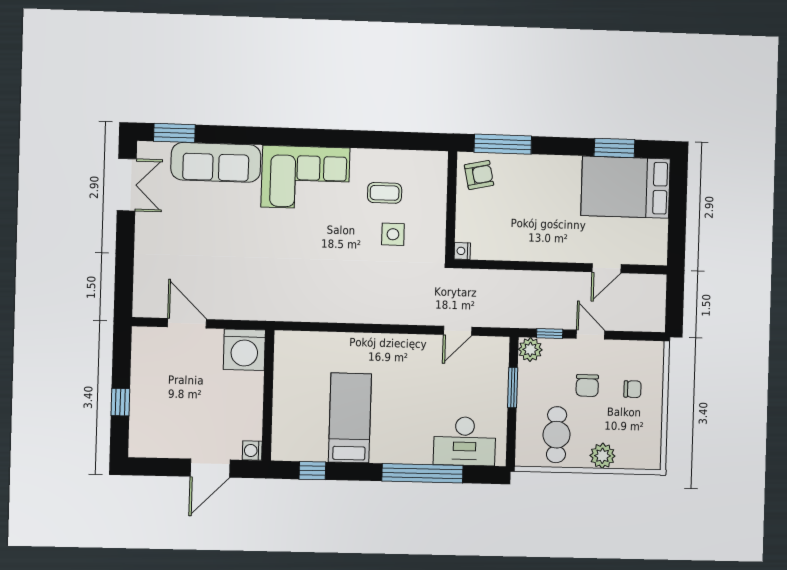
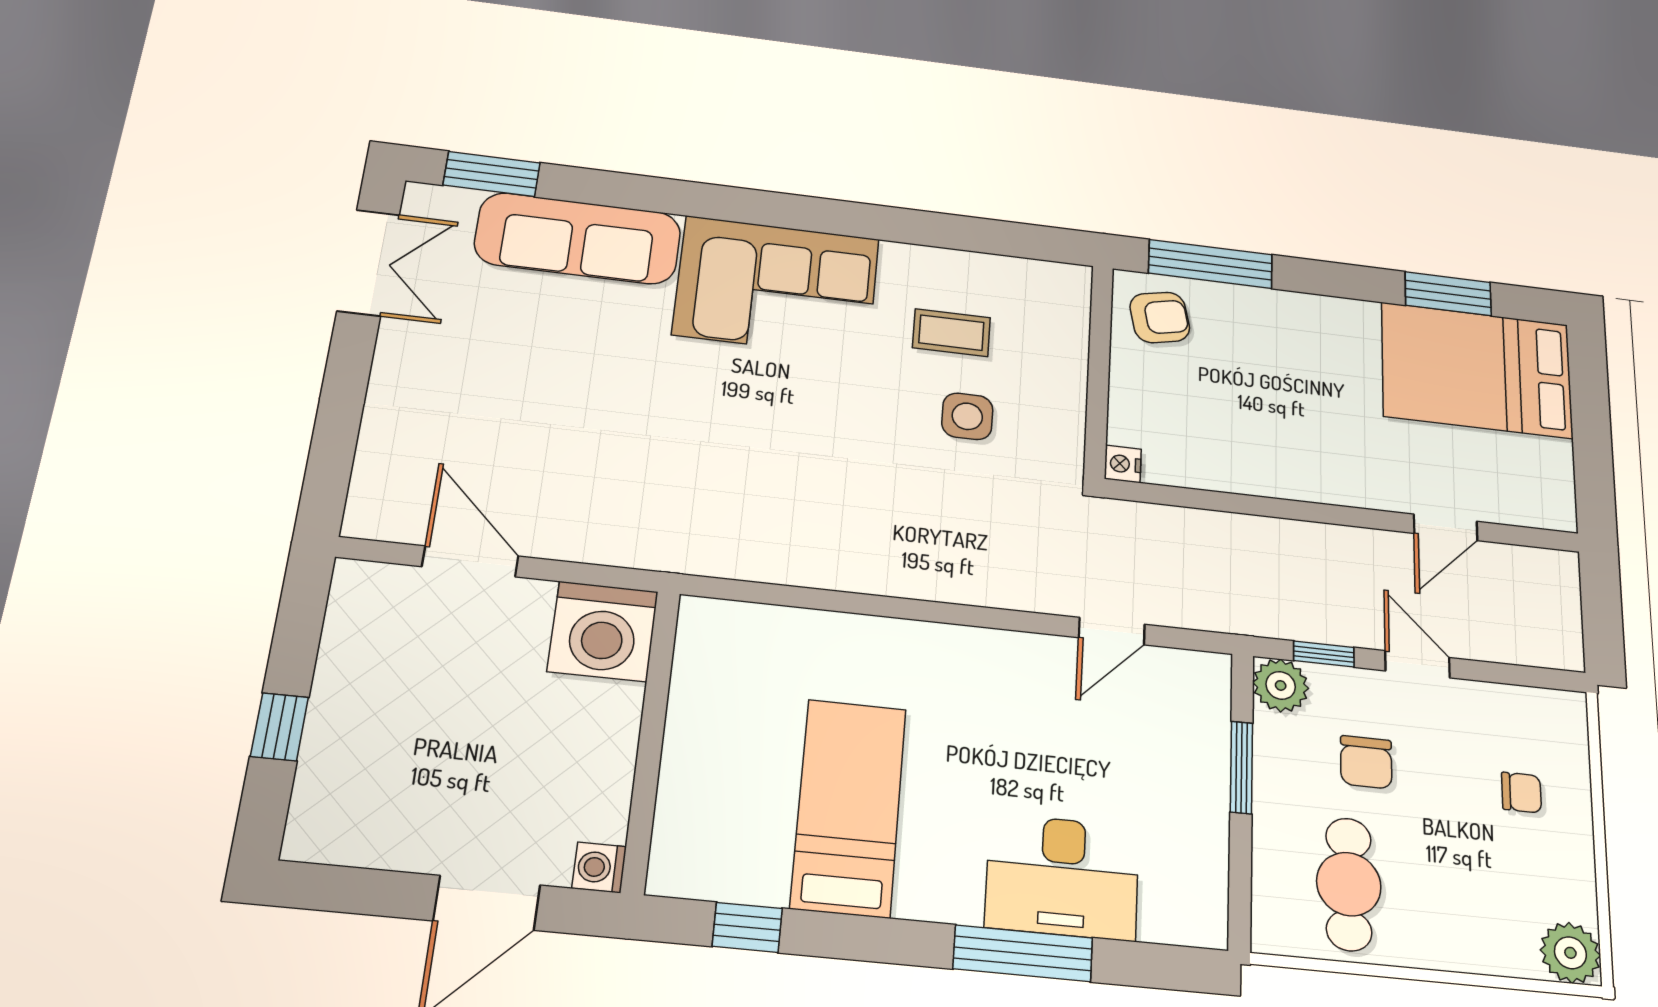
chair: (587, 385) -> (1366, 762), moved
desk: (465, 441) -> (1062, 877), moved
plant: (602, 456) -> (1570, 953), moved
window: (422, 473) -> (1023, 953), width x0.68

